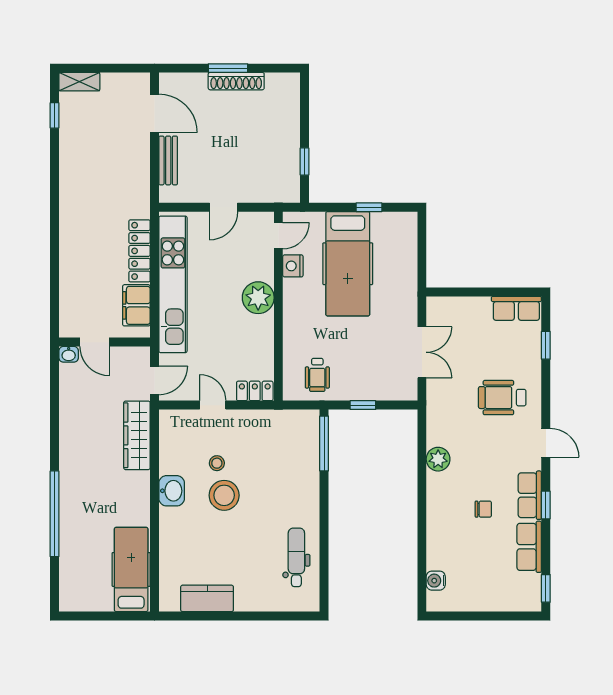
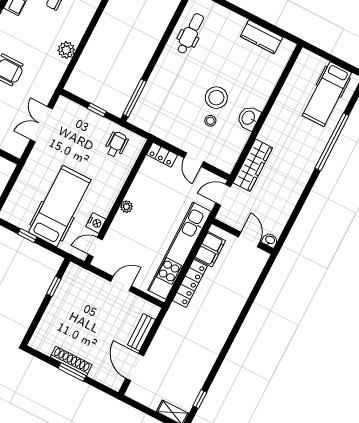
plant: (258, 298) -> (126, 207), width x0.53, depth x0.53
dental chair: (296, 557) -> (190, 34), turned 180
hospital bed: (131, 569) -> (327, 94), moved

